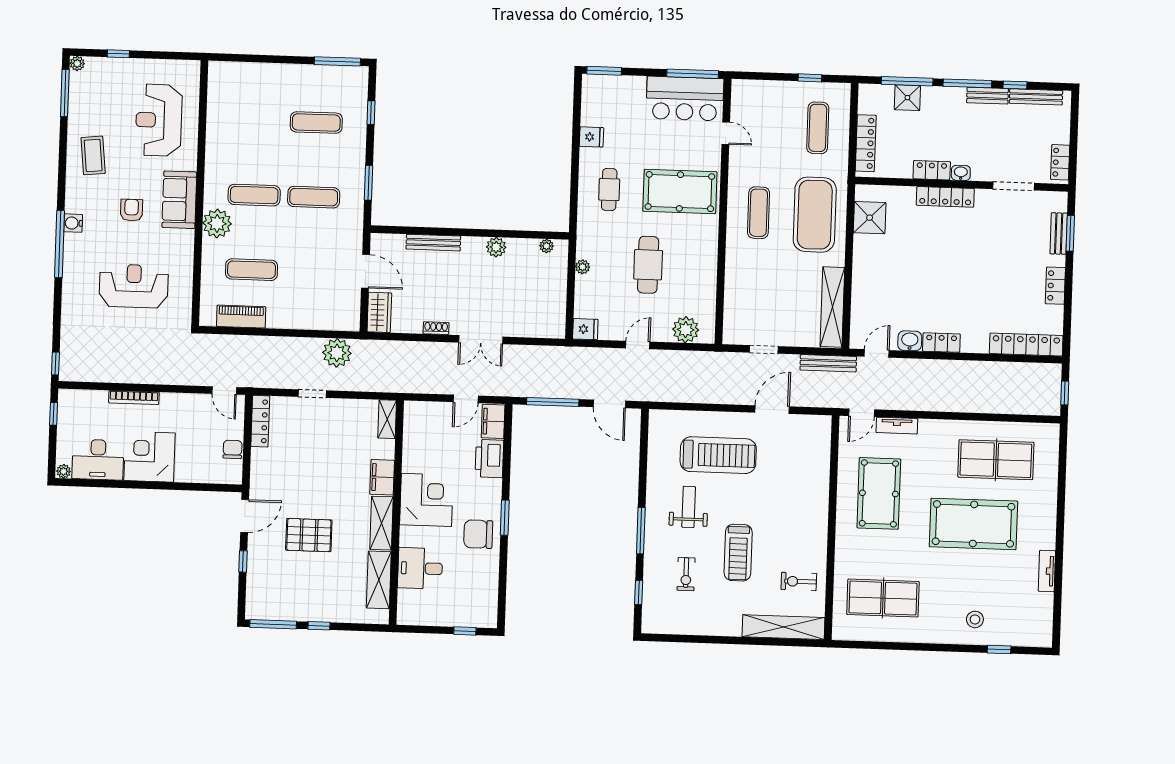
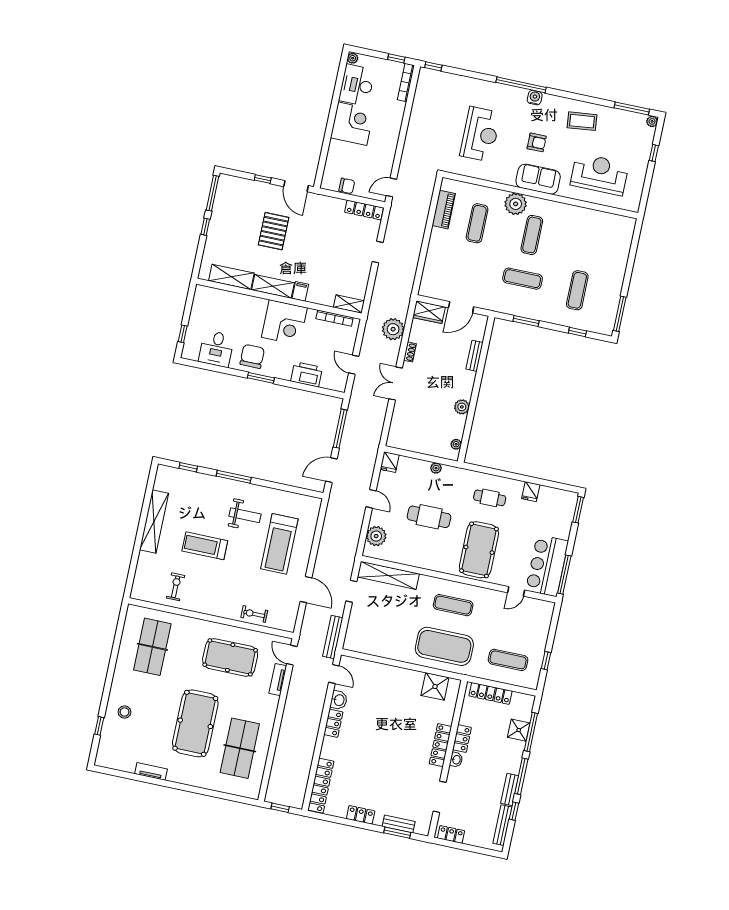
exercise mat: (314, 197) -> (523, 279), turned 90
bench: (433, 243) -> (475, 356), width x0.73
shelving: (832, 307) -> (388, 575), moved
plant: (337, 353) -> (393, 329), moved
bookcase: (134, 397) -> (406, 82), moved
filing cabinet: (493, 421) -> (334, 382), removed
bookcase: (409, 435) -> (335, 318), added
filing cabinet: (382, 477) -> (300, 291), width x0.50
desk: (420, 568) -> (216, 349), moved, turned 180
exercise bike: (686, 574) -> (254, 614), moved
shelving: (784, 627) -> (154, 522), moved

